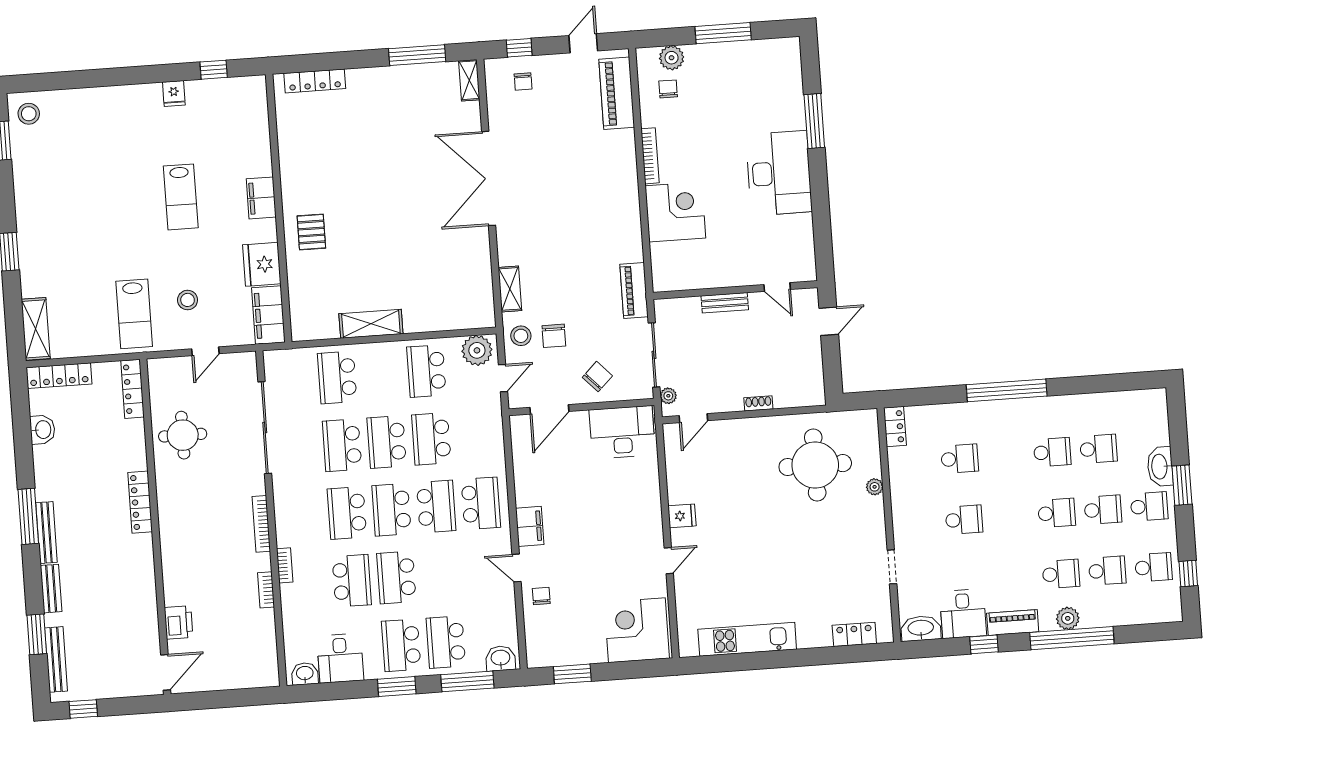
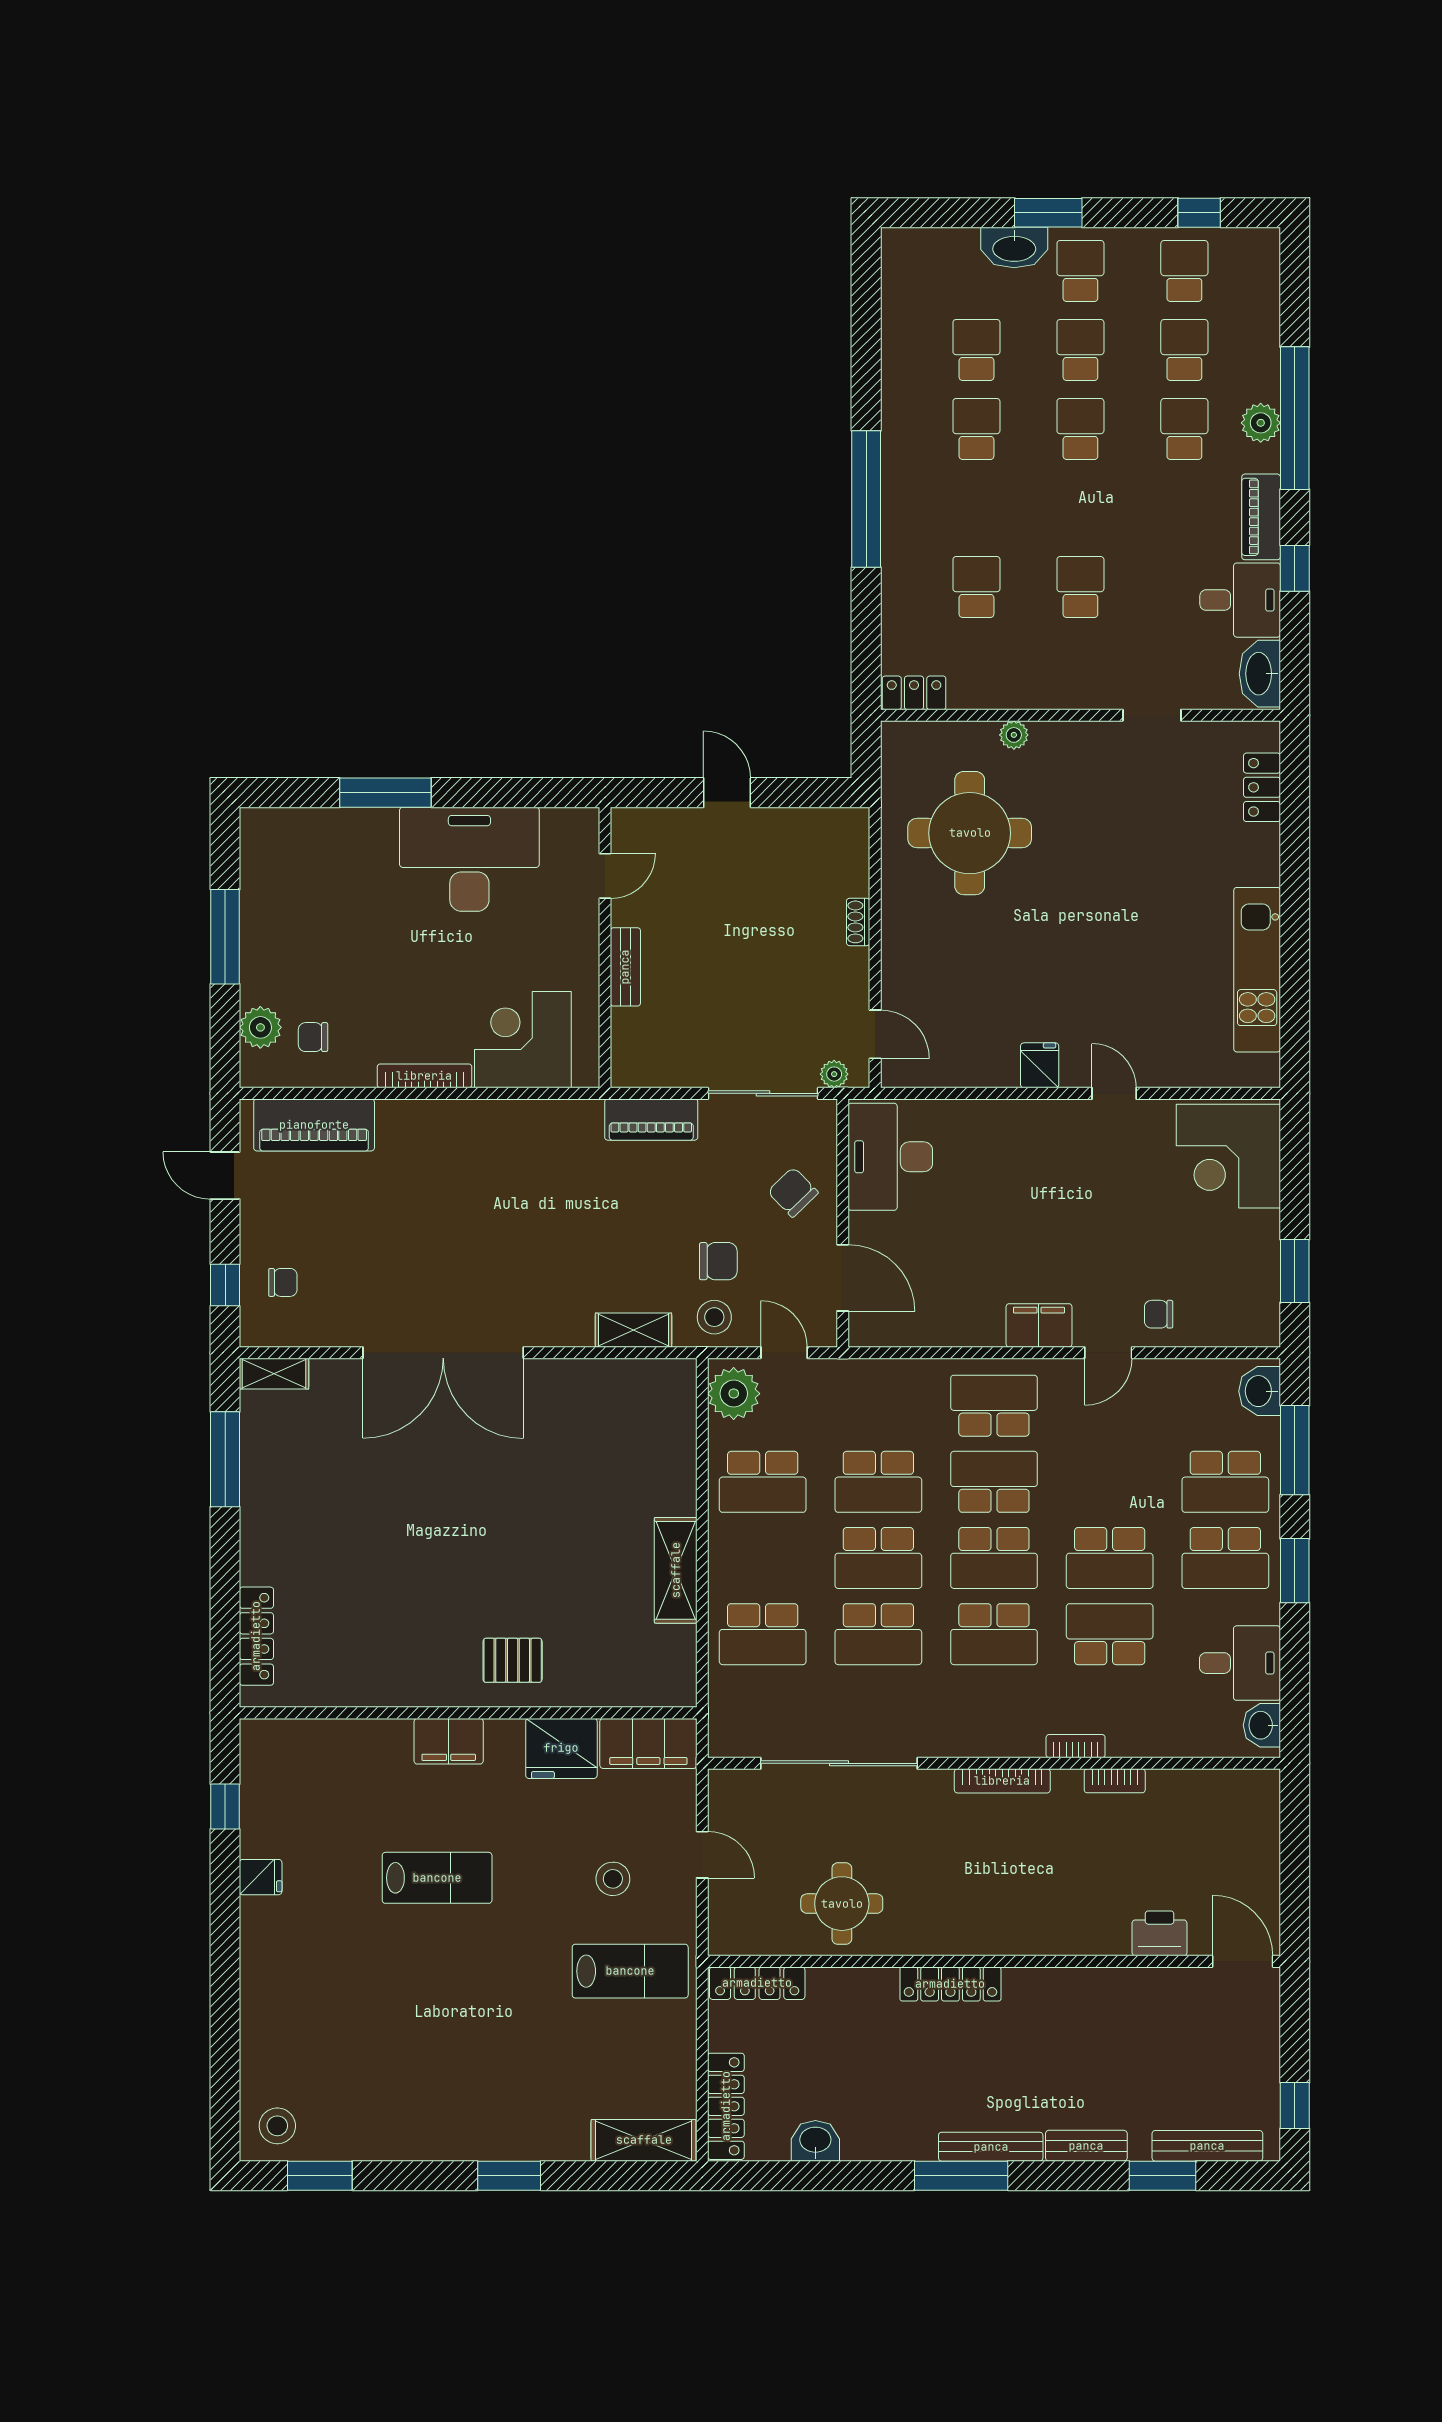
door: (777, 287) -> (605, 876), moved
wall: (735, 290) -> (605, 947), moved
bench: (725, 303) -> (625, 967), moved

